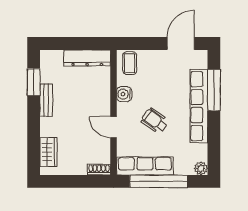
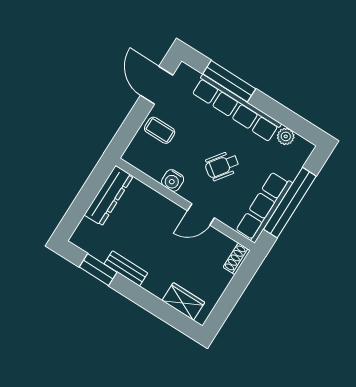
coffee table: (130, 63) -> (160, 130), moved
plant: (201, 168) -> (286, 136), moved

